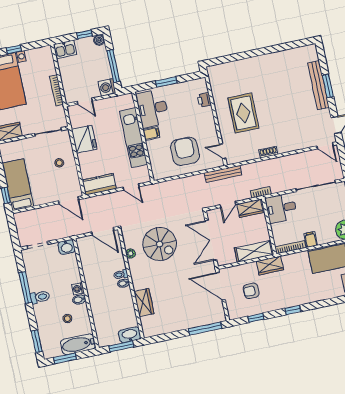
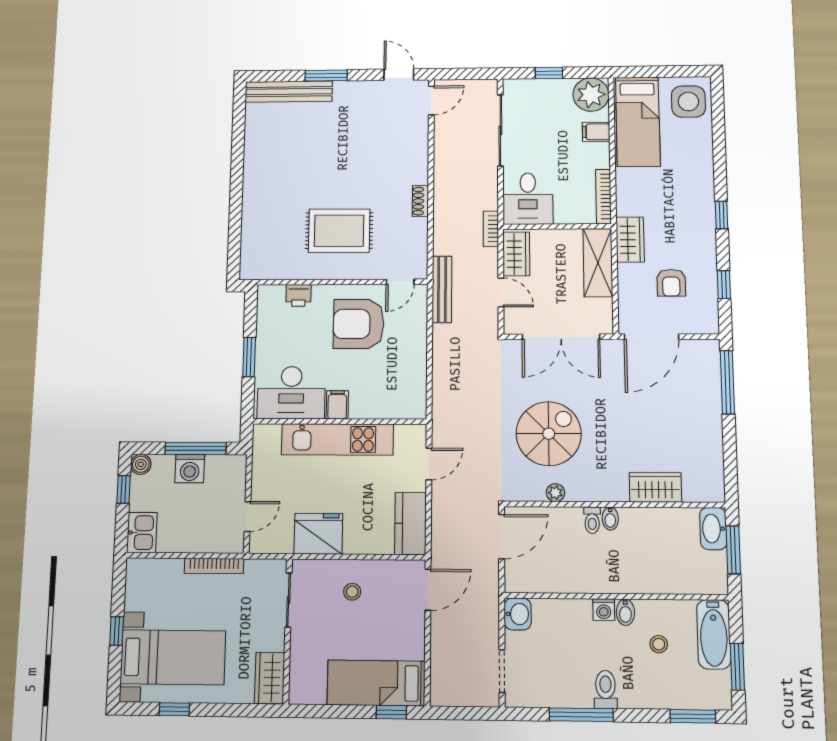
bench: (318, 85) -> (289, 92), moved
washing machine: (107, 87) -> (190, 469), moved
armchair: (185, 151) -> (359, 324), moved
filing cabinet: (311, 240) -> (596, 132), moved

